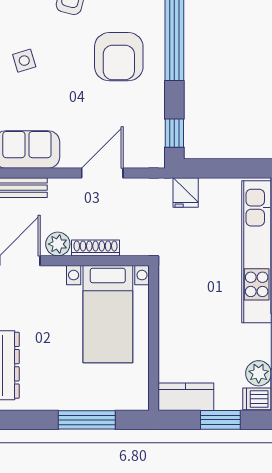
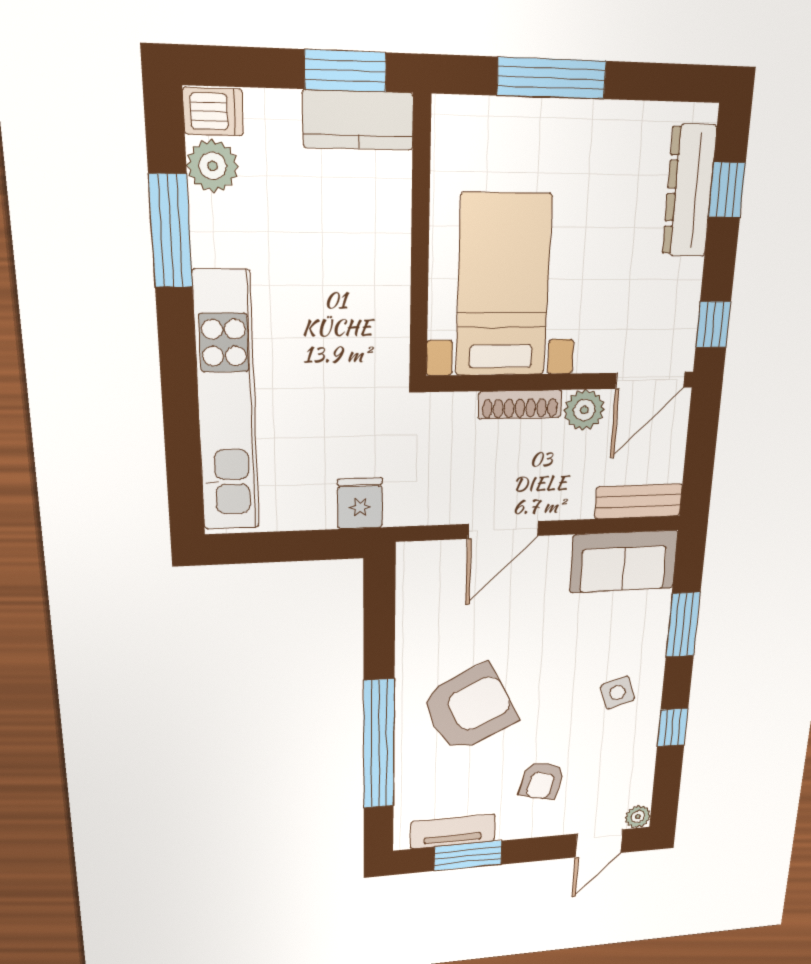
armchair: (119, 57) -> (469, 708), turned 63
window: (174, 133) -> (379, 599), removed
window: (220, 420) -> (345, 71), moved

